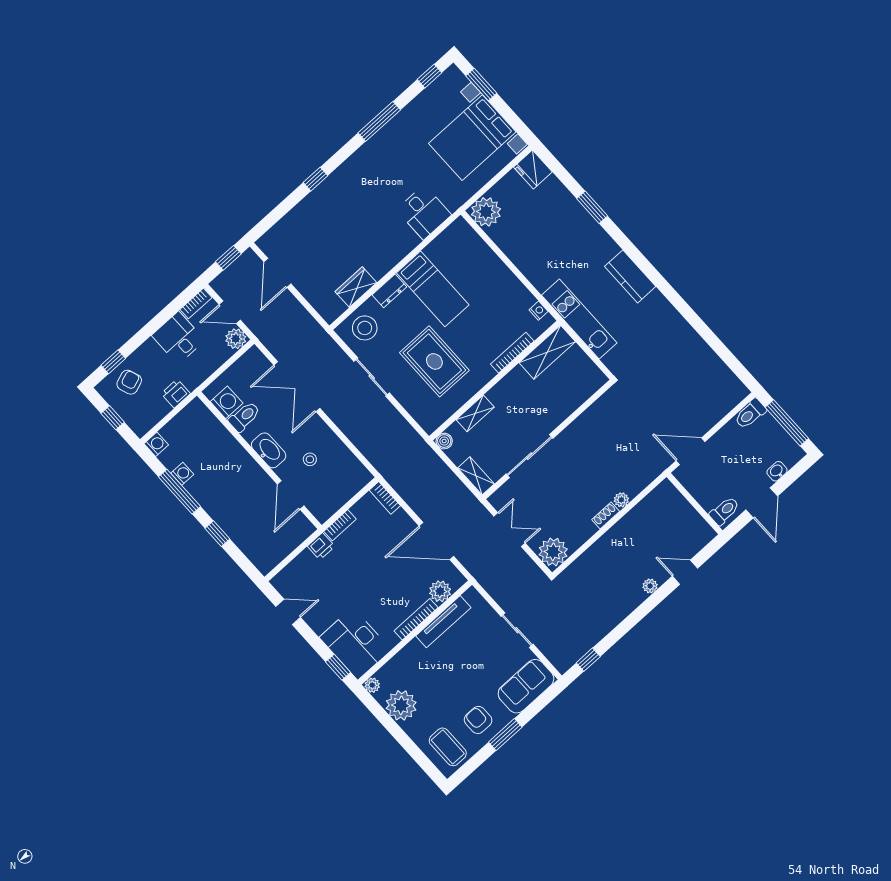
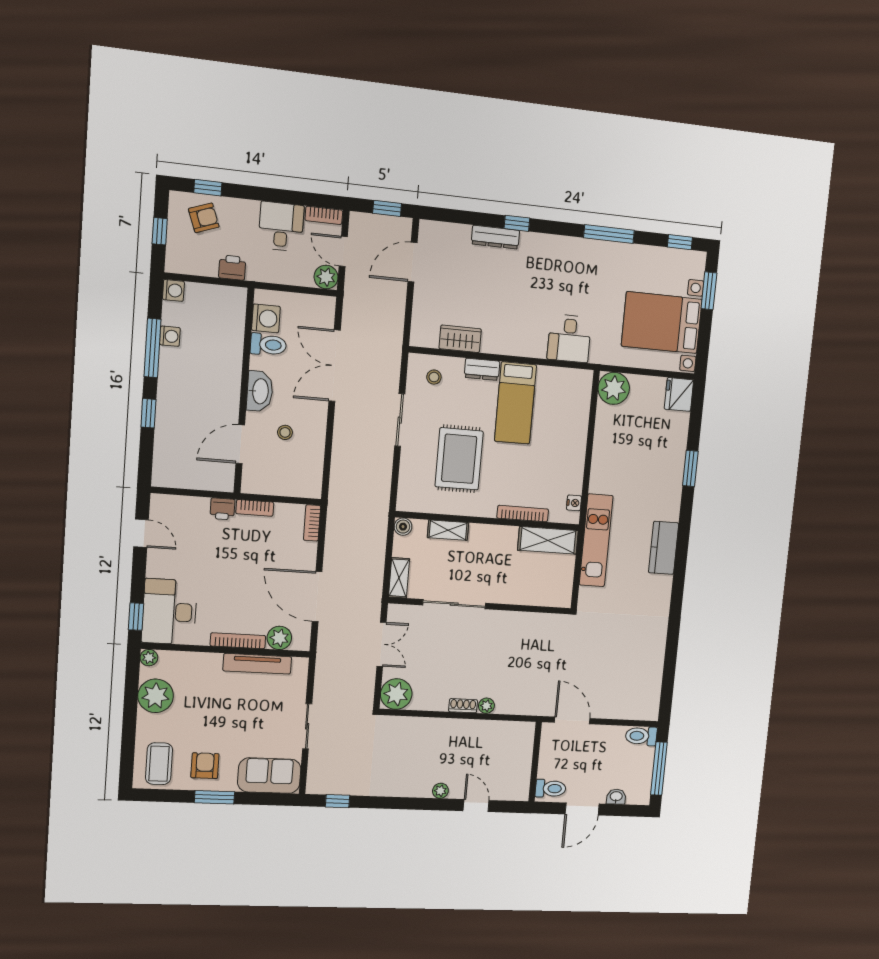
dresser: (311, 202) -> (495, 237), added
stool: (365, 328) -> (434, 377), width x0.53, depth x0.53

